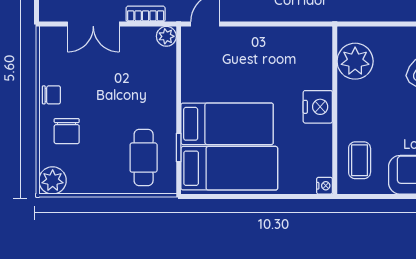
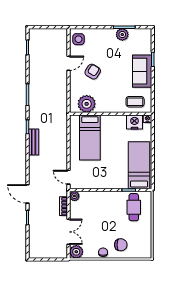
nightstand: (318, 107) -> (134, 122), moved
bed: (227, 124) -> (90, 137), moved, turned 180
cafe table: (144, 158) -> (134, 207), turned 90
plant: (53, 180) -> (76, 252), moved

